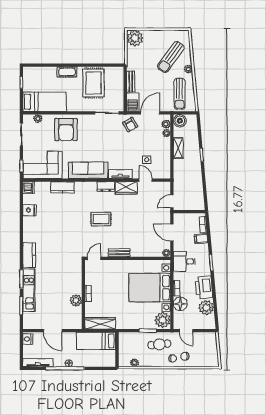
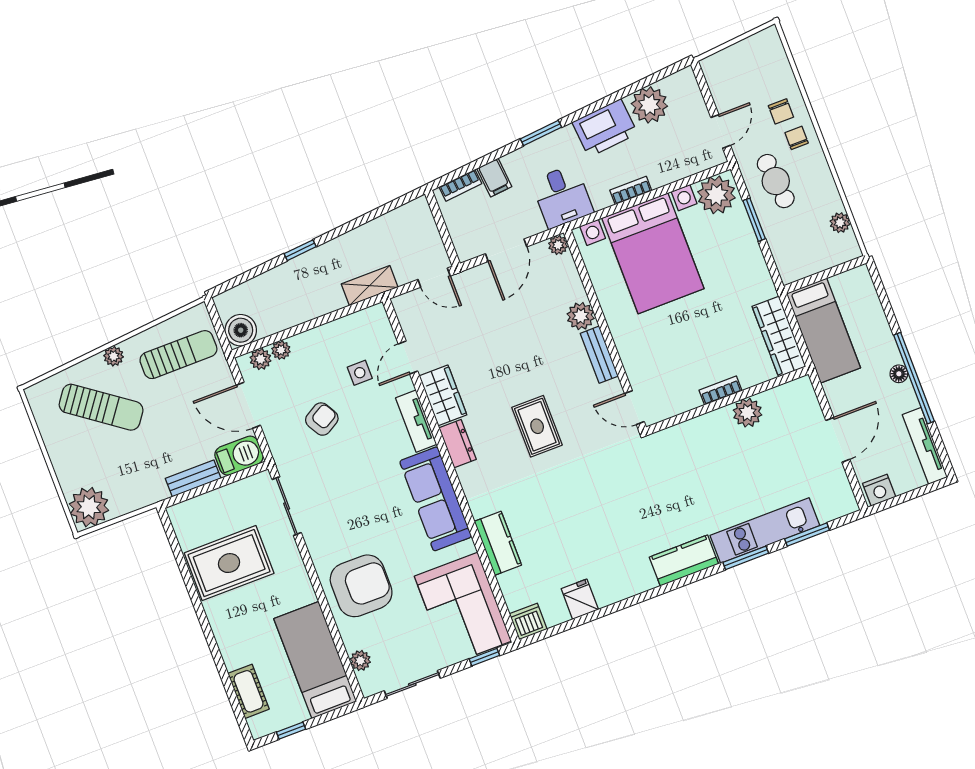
cot: (67, 72) -> (249, 691), moved
armchair: (130, 125) -> (322, 419), moved
shelving: (178, 148) -> (370, 286), moved
plant: (136, 251) -> (581, 316), added
floor lamp: (180, 304) -> (664, 168), removed

